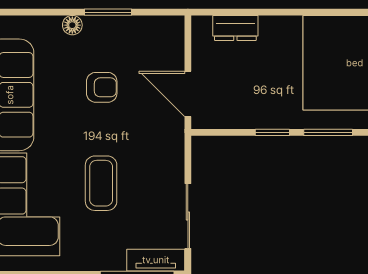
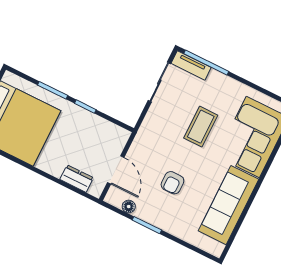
floor lamp: (72, 25) -> (129, 207), moved
armchair: (102, 87) -> (172, 183), turned -90
door: (188, 94) -> (116, 170), moved

